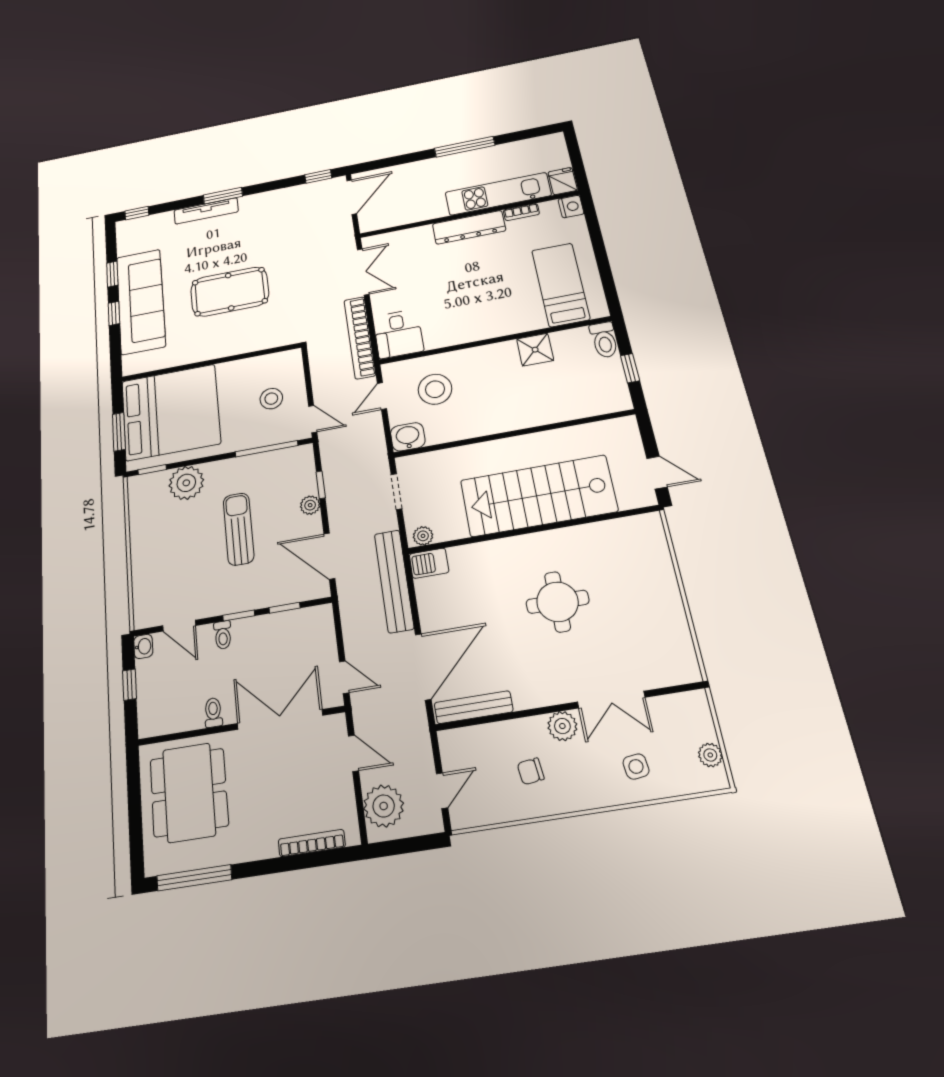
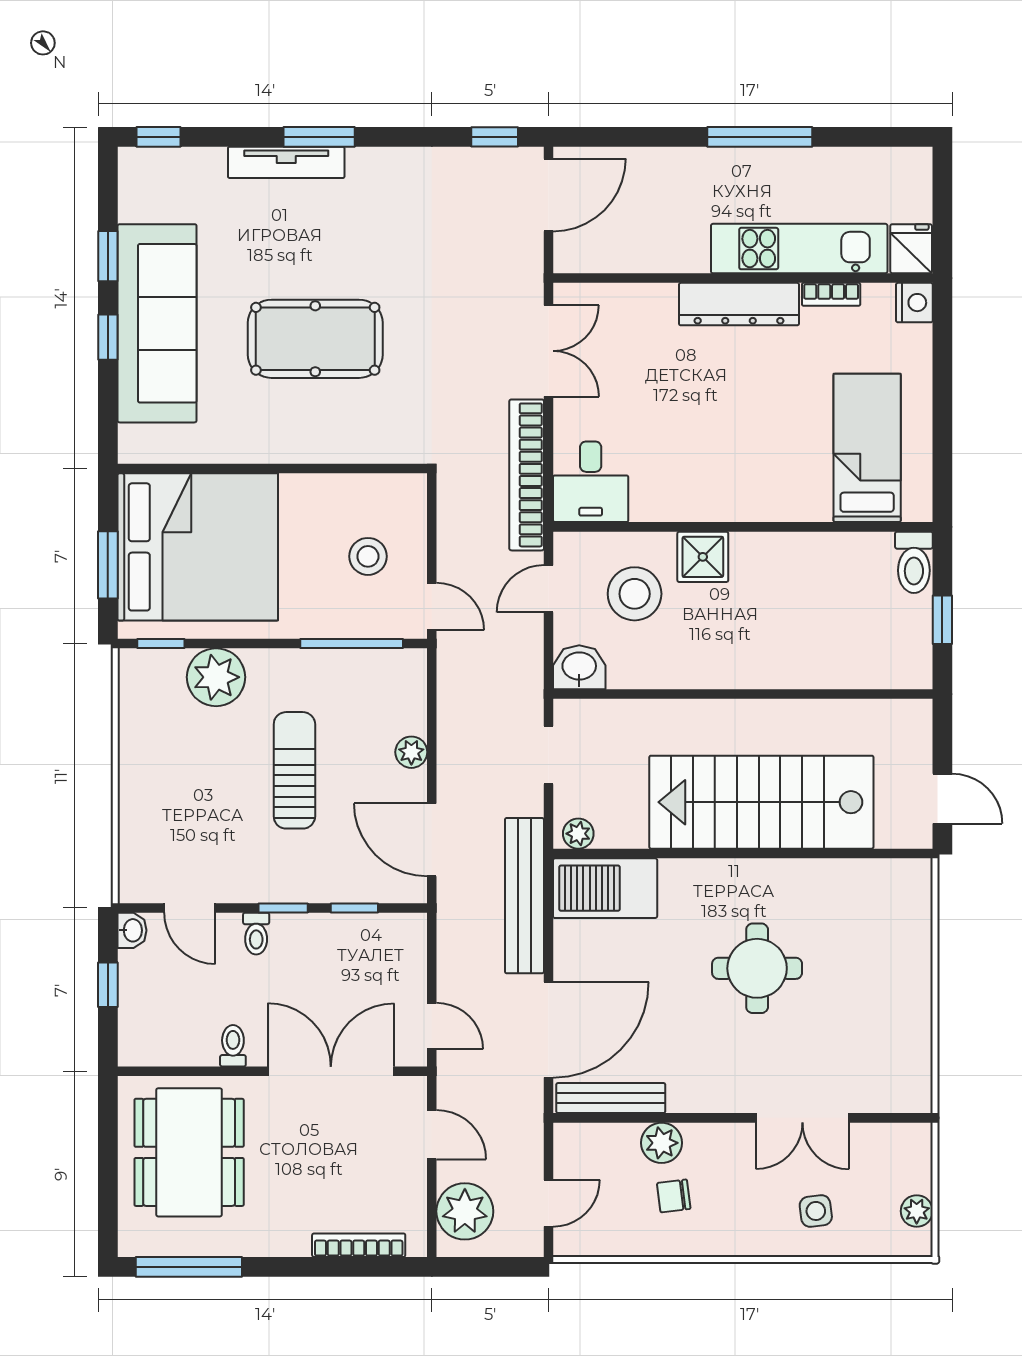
shower: (535, 350) -> (703, 557), moved
window: (321, 485) -> (432, 722), removed
barbecue: (429, 563) -> (605, 888), width x1.88, depth x1.53
plant: (562, 726) -> (662, 1143), moved

